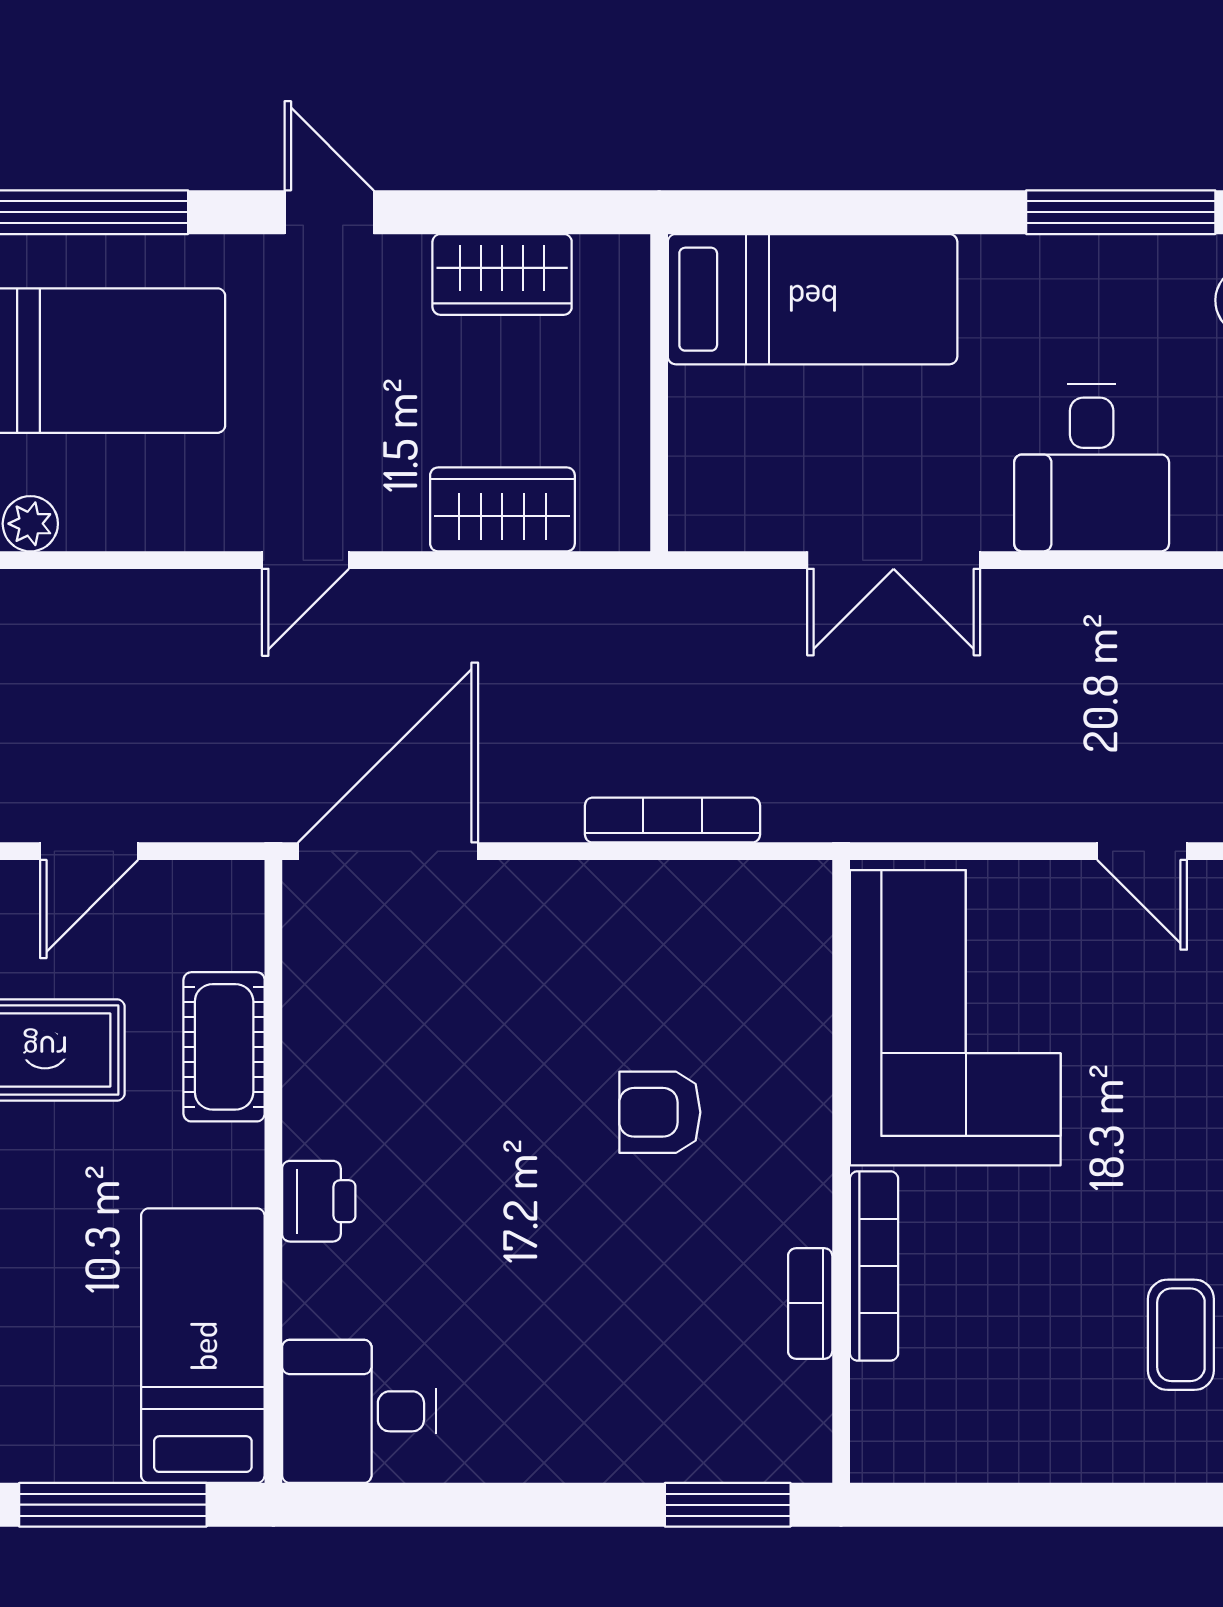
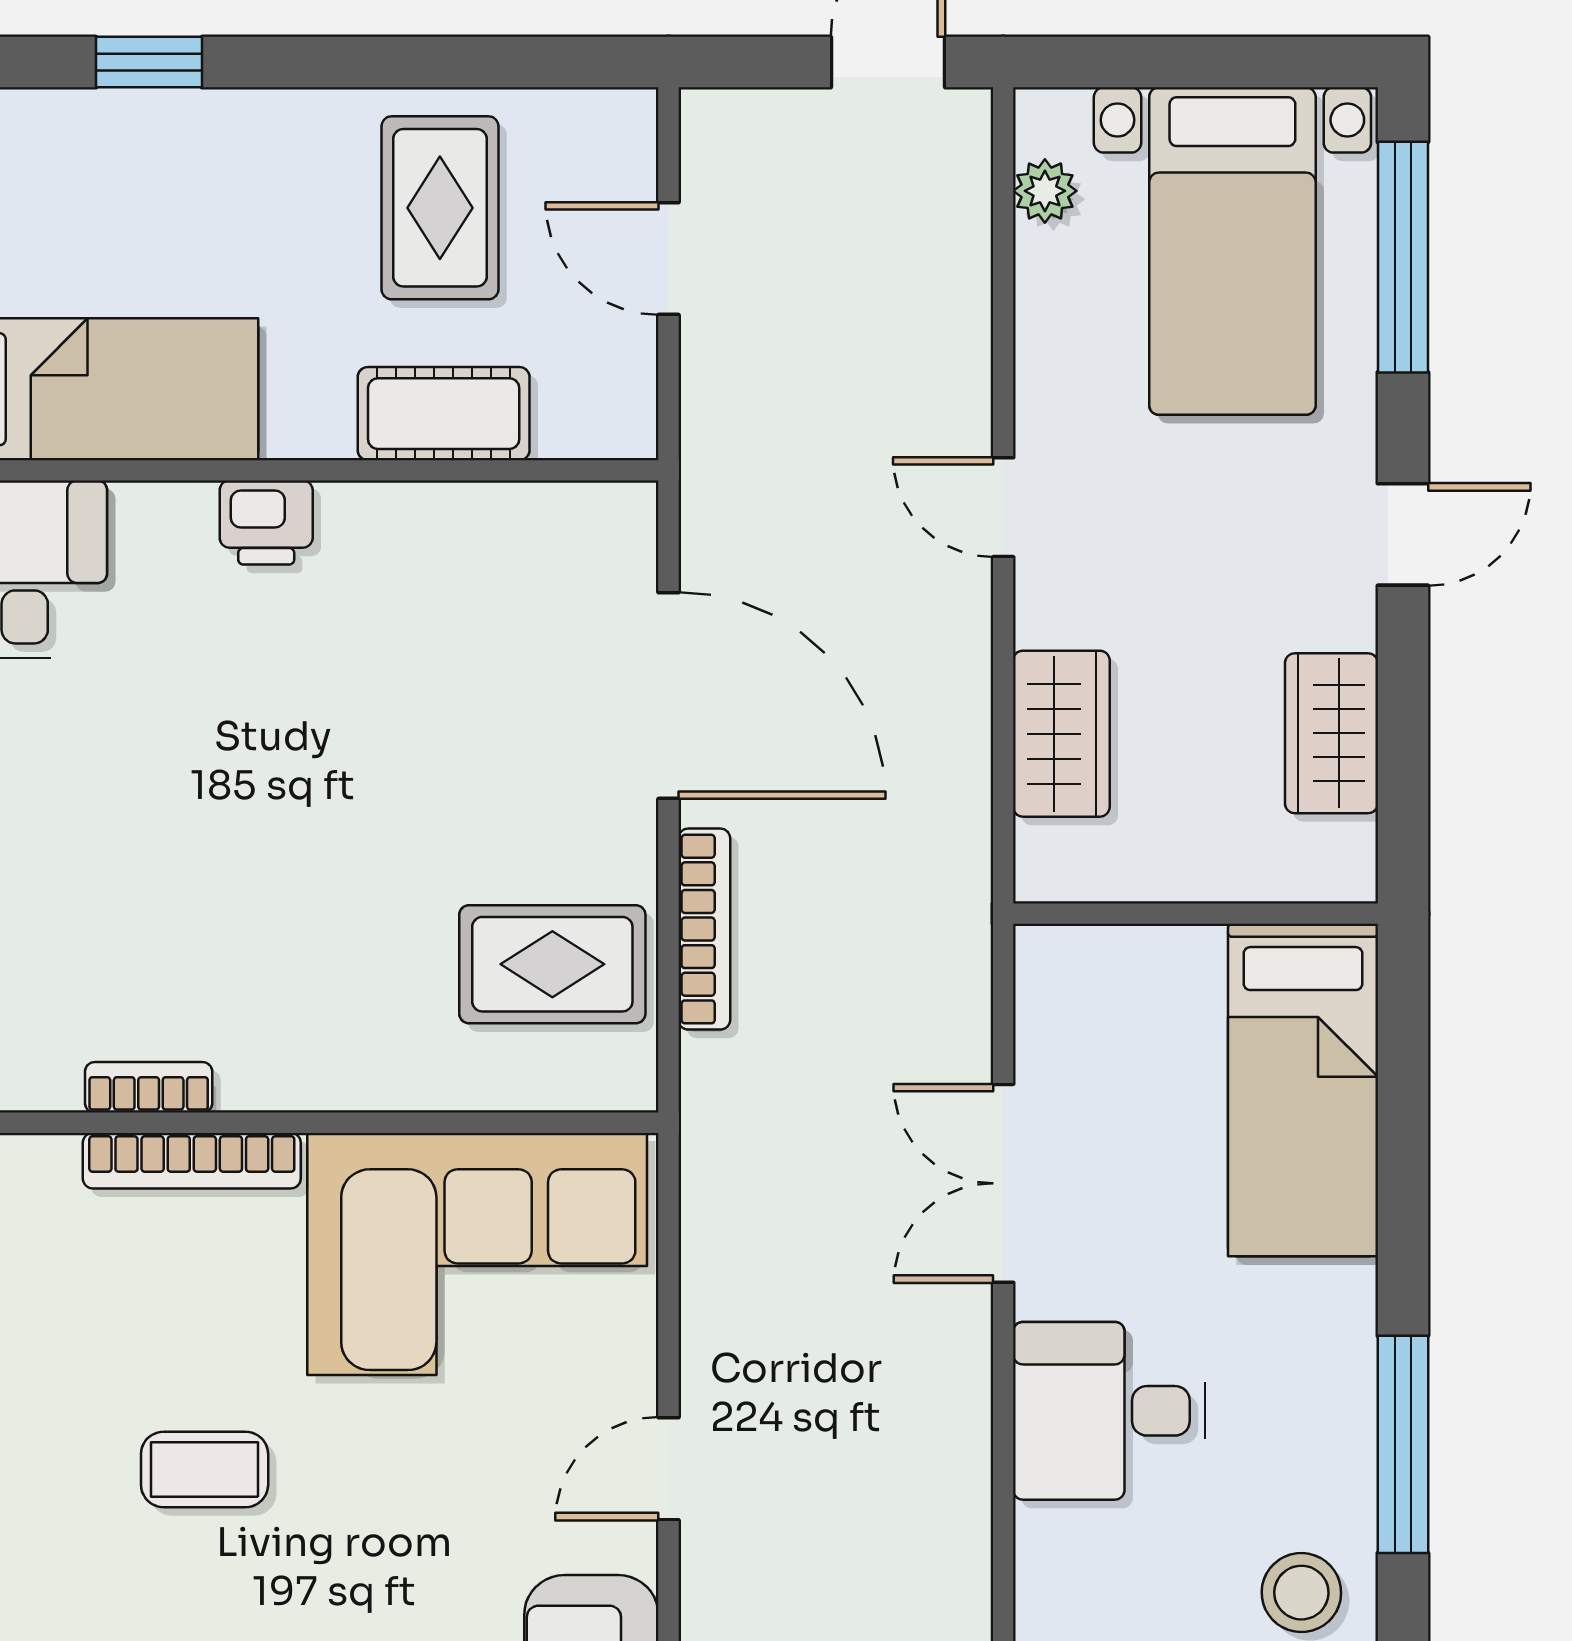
door: (388, 851) -> (669, 696), moved
rug: (703, 952) -> (552, 964), added
armchair: (660, 1112) -> (368, 915), removed
coffee table: (1181, 1335) -> (205, 1469), moved

